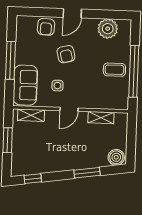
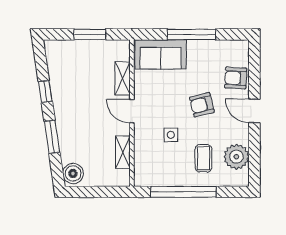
coffee table: (114, 70) -> (203, 158), moved
side table: (57, 86) -> (171, 135), moved
shelving: (31, 115) -> (123, 78), moved
window: (33, 179) -> (45, 91), moved

